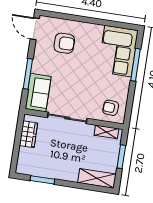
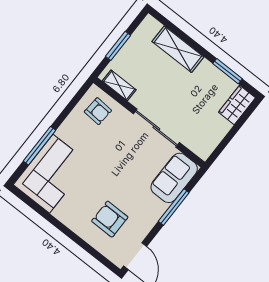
wardrobe: (28, 134) -> (237, 105), moved
shelving: (97, 178) -> (178, 49), moved

